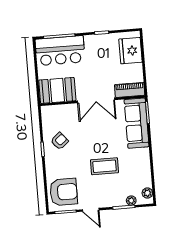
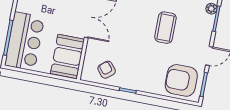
armchair: (60, 141) -> (107, 70), moved
armchair: (64, 192) -> (181, 80), turned -90

